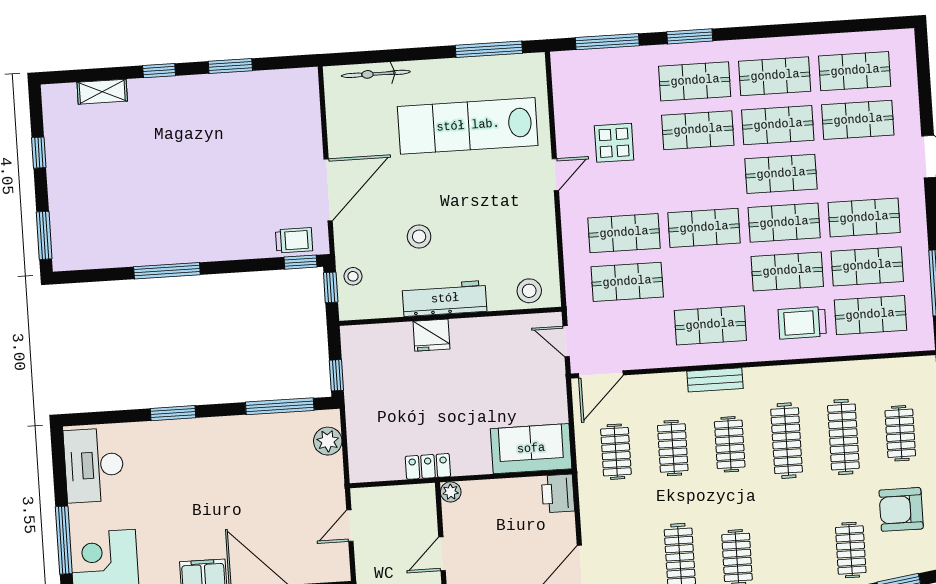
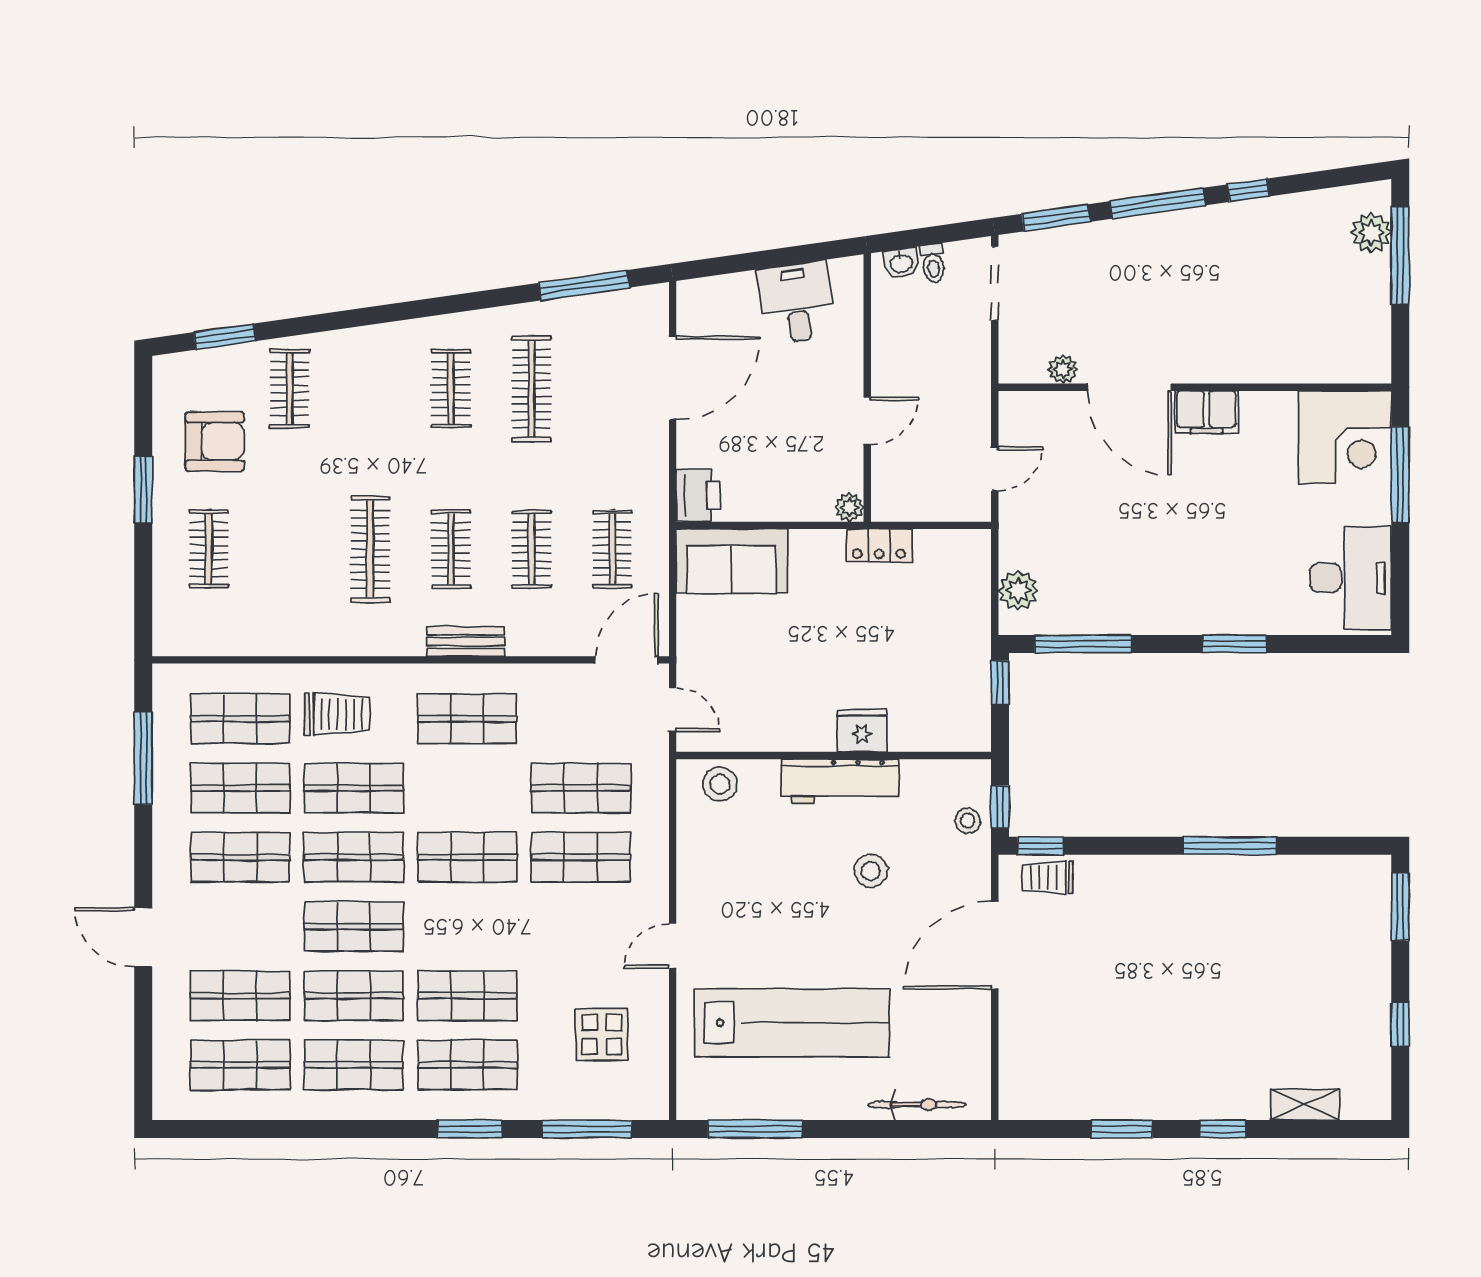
display table: (614, 143) -> (602, 1034), moved
clothes rail: (843, 437) -> (290, 549), removed

